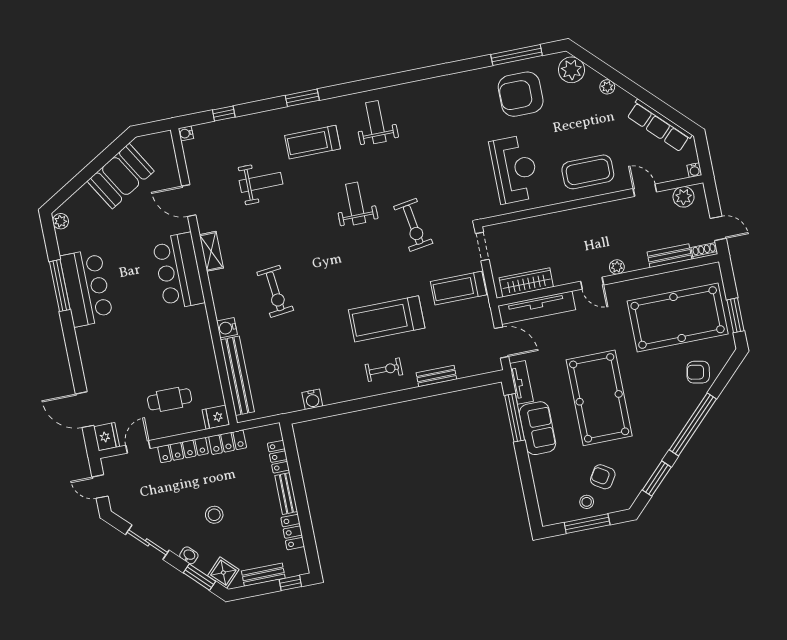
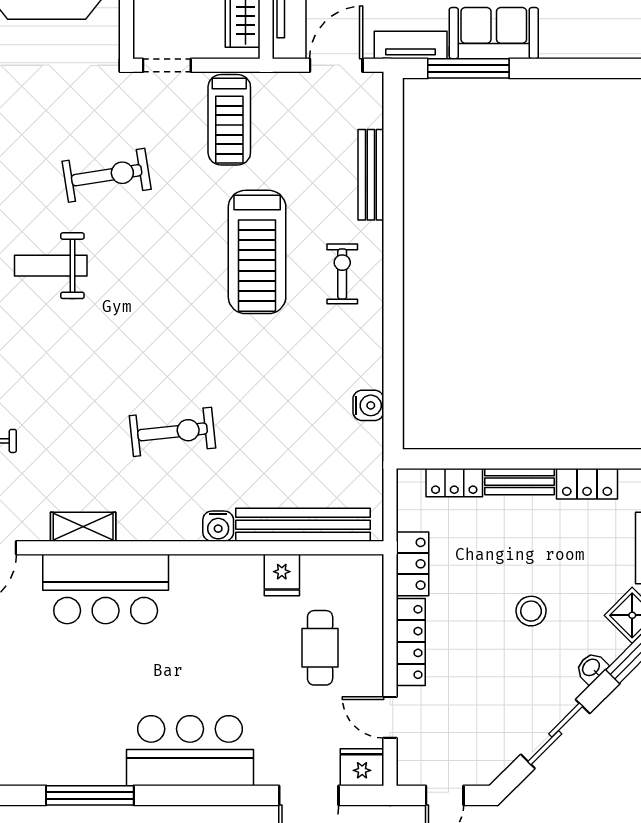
bar counter: (87, 288) -> (190, 751), moved
bench: (436, 376) -> (371, 175), width x1.36
fridge: (216, 417) -> (282, 575), moved

